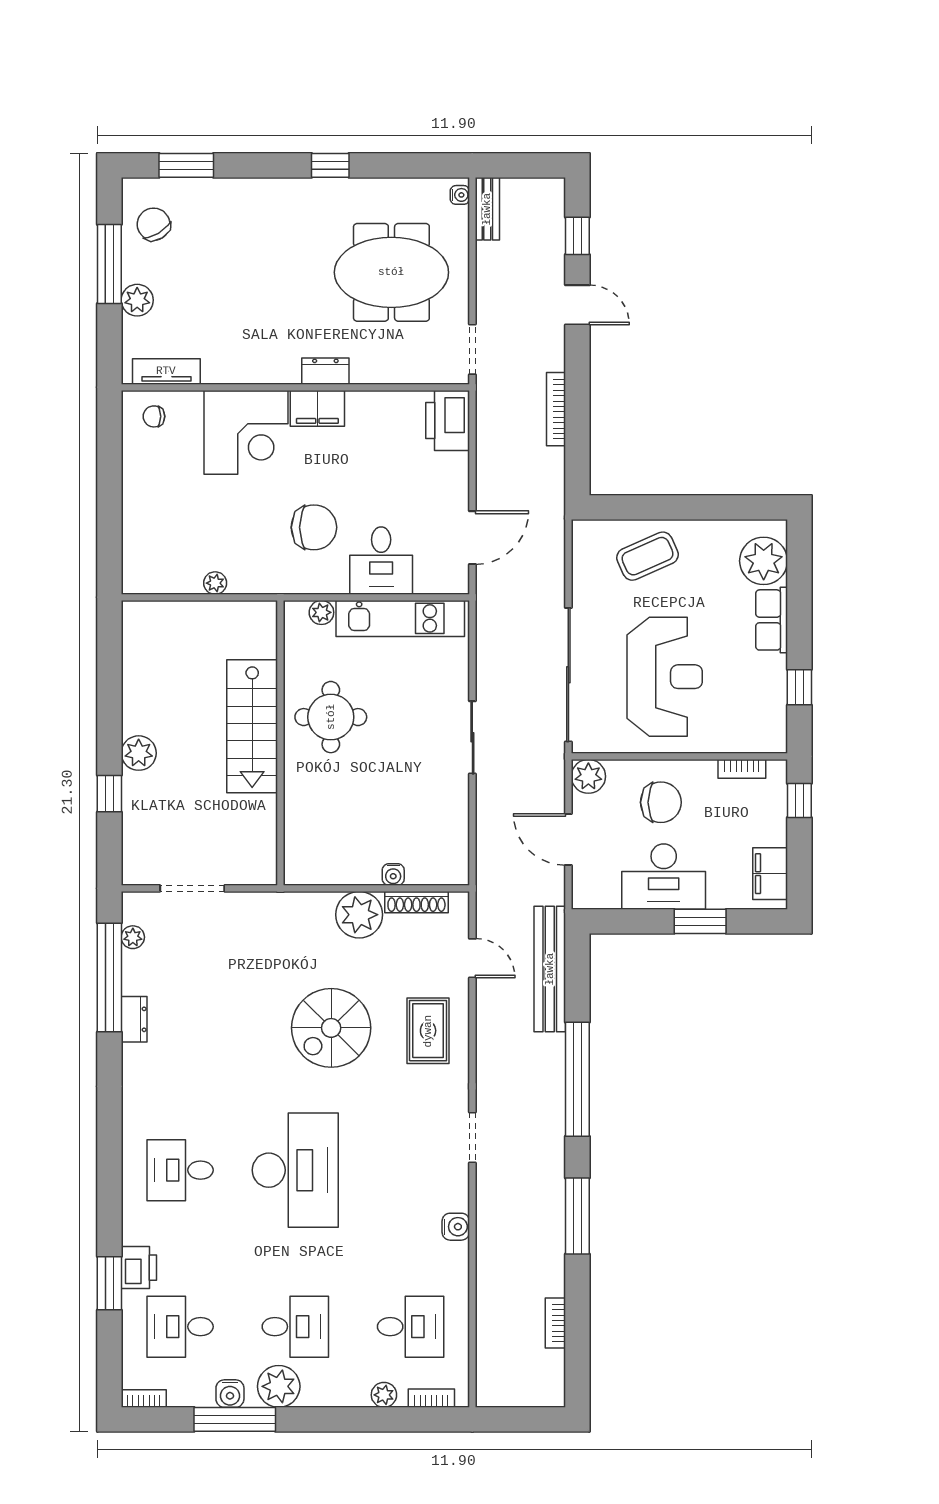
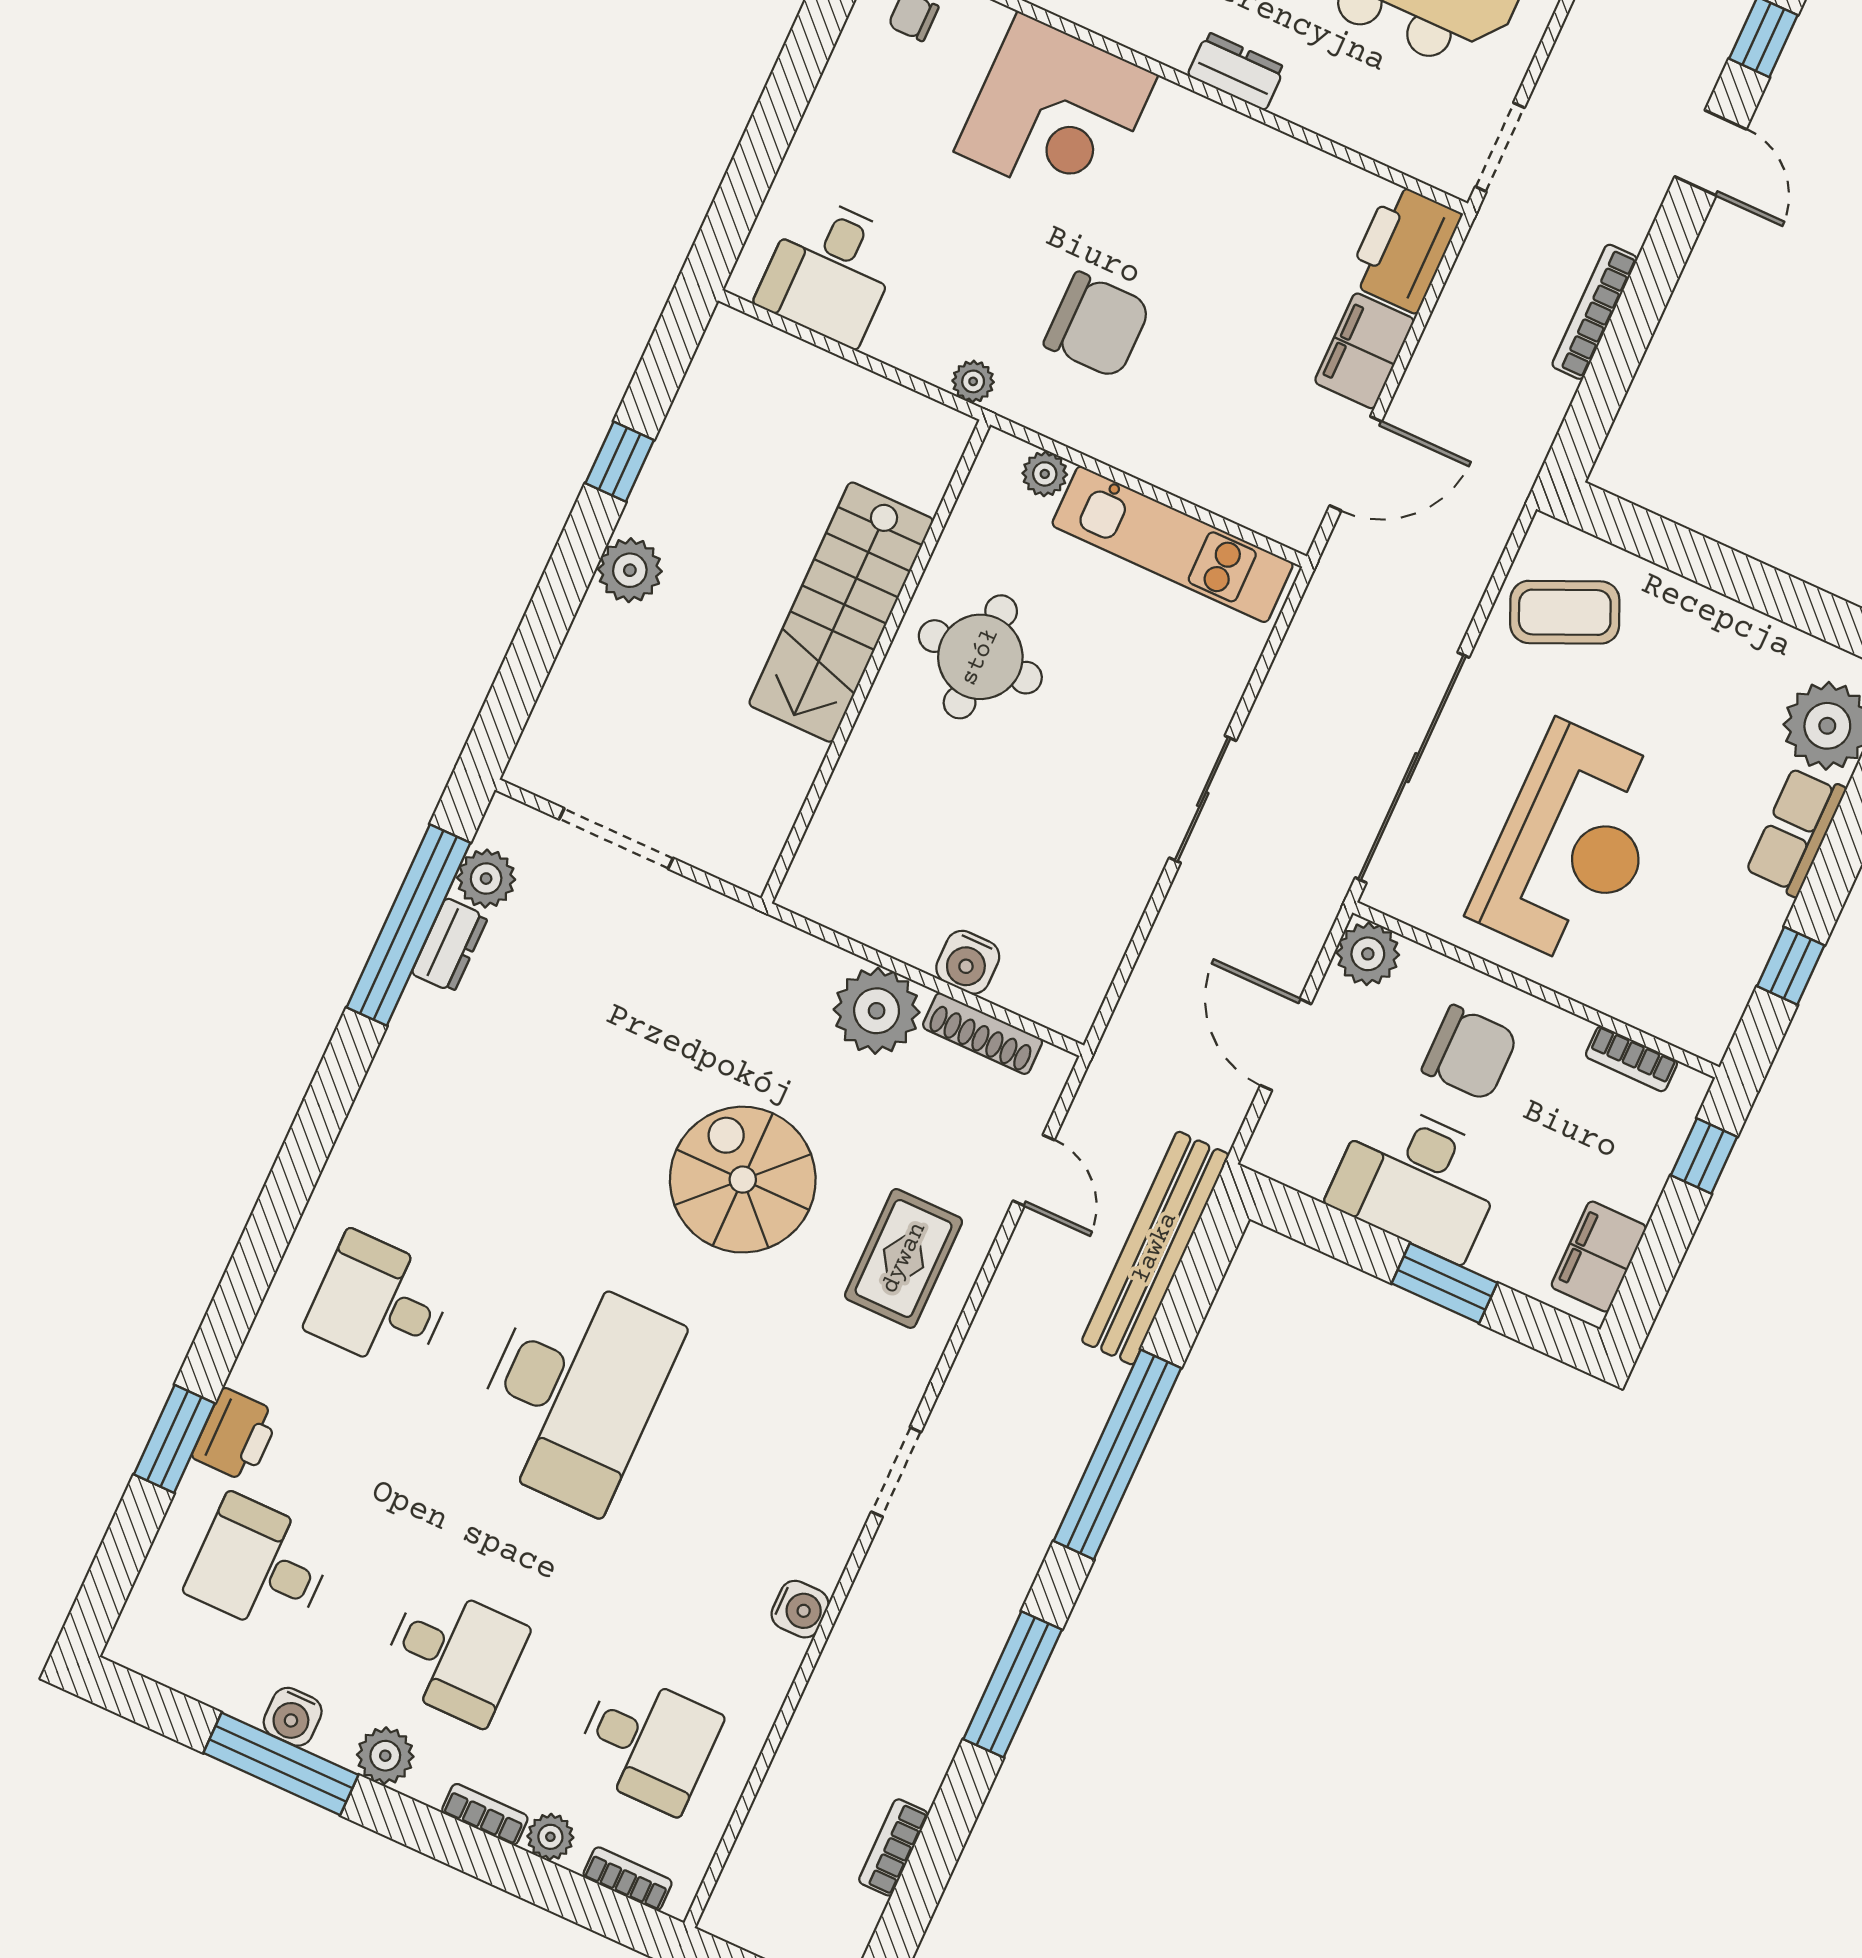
filing cabinet: (317, 408) -> (1364, 351), moved, turned 90
coffee table: (648, 556) -> (1565, 612), moved
desk: (381, 561) -> (830, 271), moved
plant: (215, 583) -> (973, 381), moved
window: (109, 794) -> (620, 462), moved
water cooler: (393, 874) -> (968, 962), width x1.38, depth x1.38
plant: (133, 937) -> (486, 879), width x1.38, depth x1.38
dresser: (134, 1019) -> (450, 945), moved
spiral stairs: (331, 1028) -> (743, 1180), turned 90
plant: (279, 1386) -> (385, 1756), width x0.73, depth x0.73
bookcase: (144, 1398) -> (485, 1814), moved

